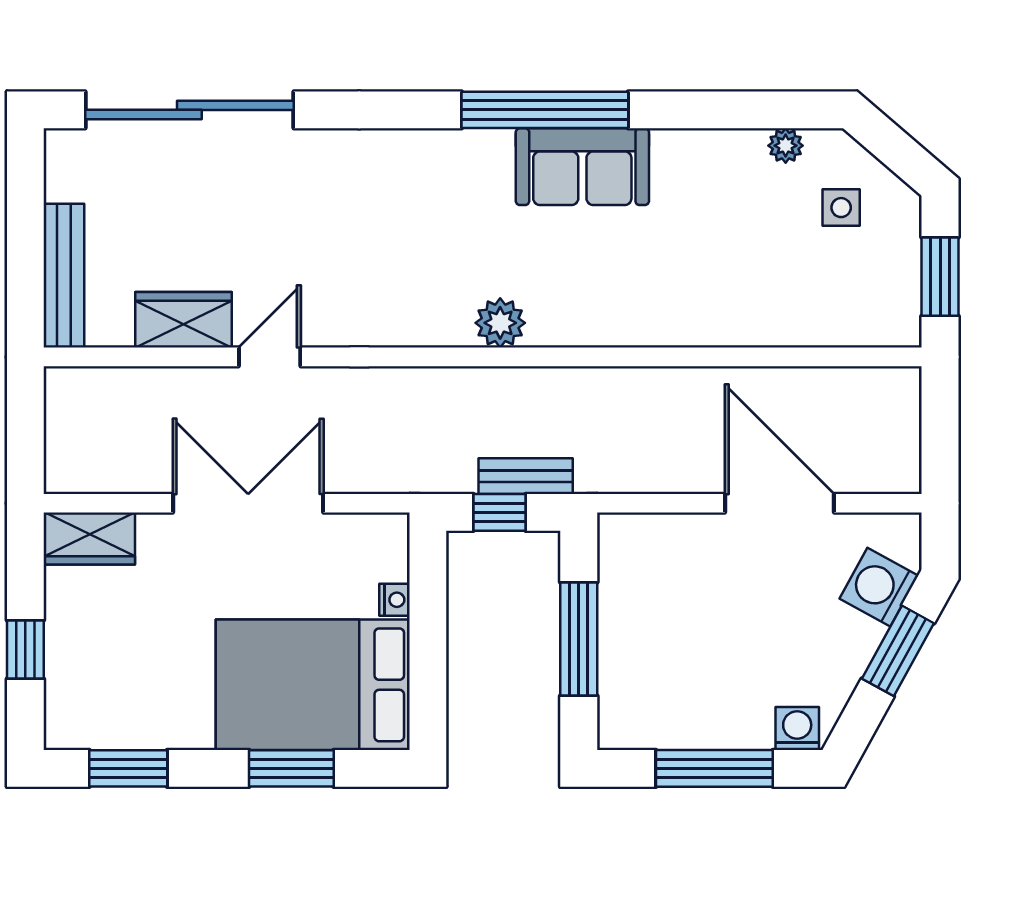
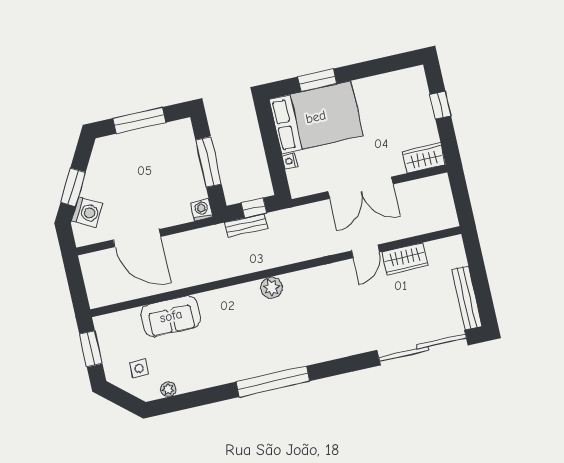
sofa: (582, 167) -> (171, 316), moved, turned 180
bench: (64, 276) -> (467, 298), moved
washing machine: (797, 728) -> (202, 210), moved, turned 180
window: (128, 768) -> (386, 65), removed

